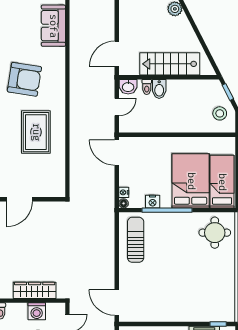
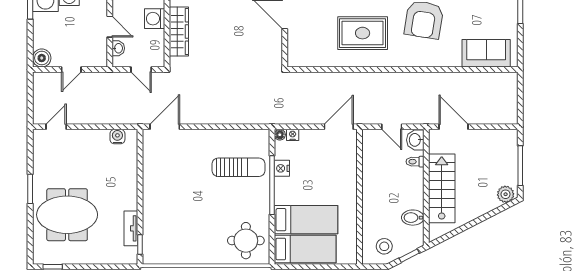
bidet: (159, 89) -> (413, 218), moved
bed: (191, 181) -> (306, 220), width x0.67
sun lounger: (136, 240) -> (239, 167), moved
washing machine: (37, 311) -> (155, 19), moved

